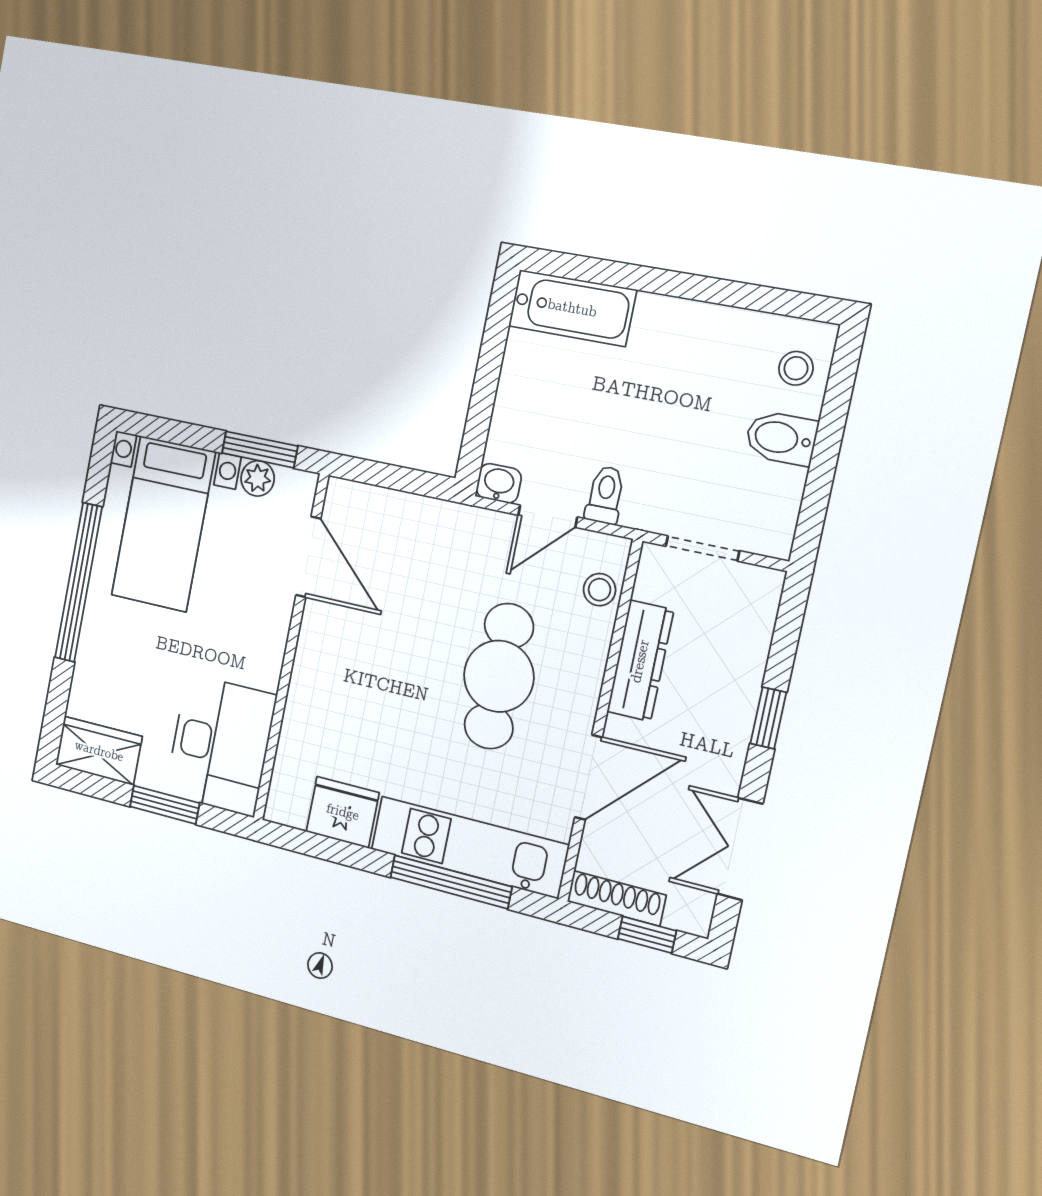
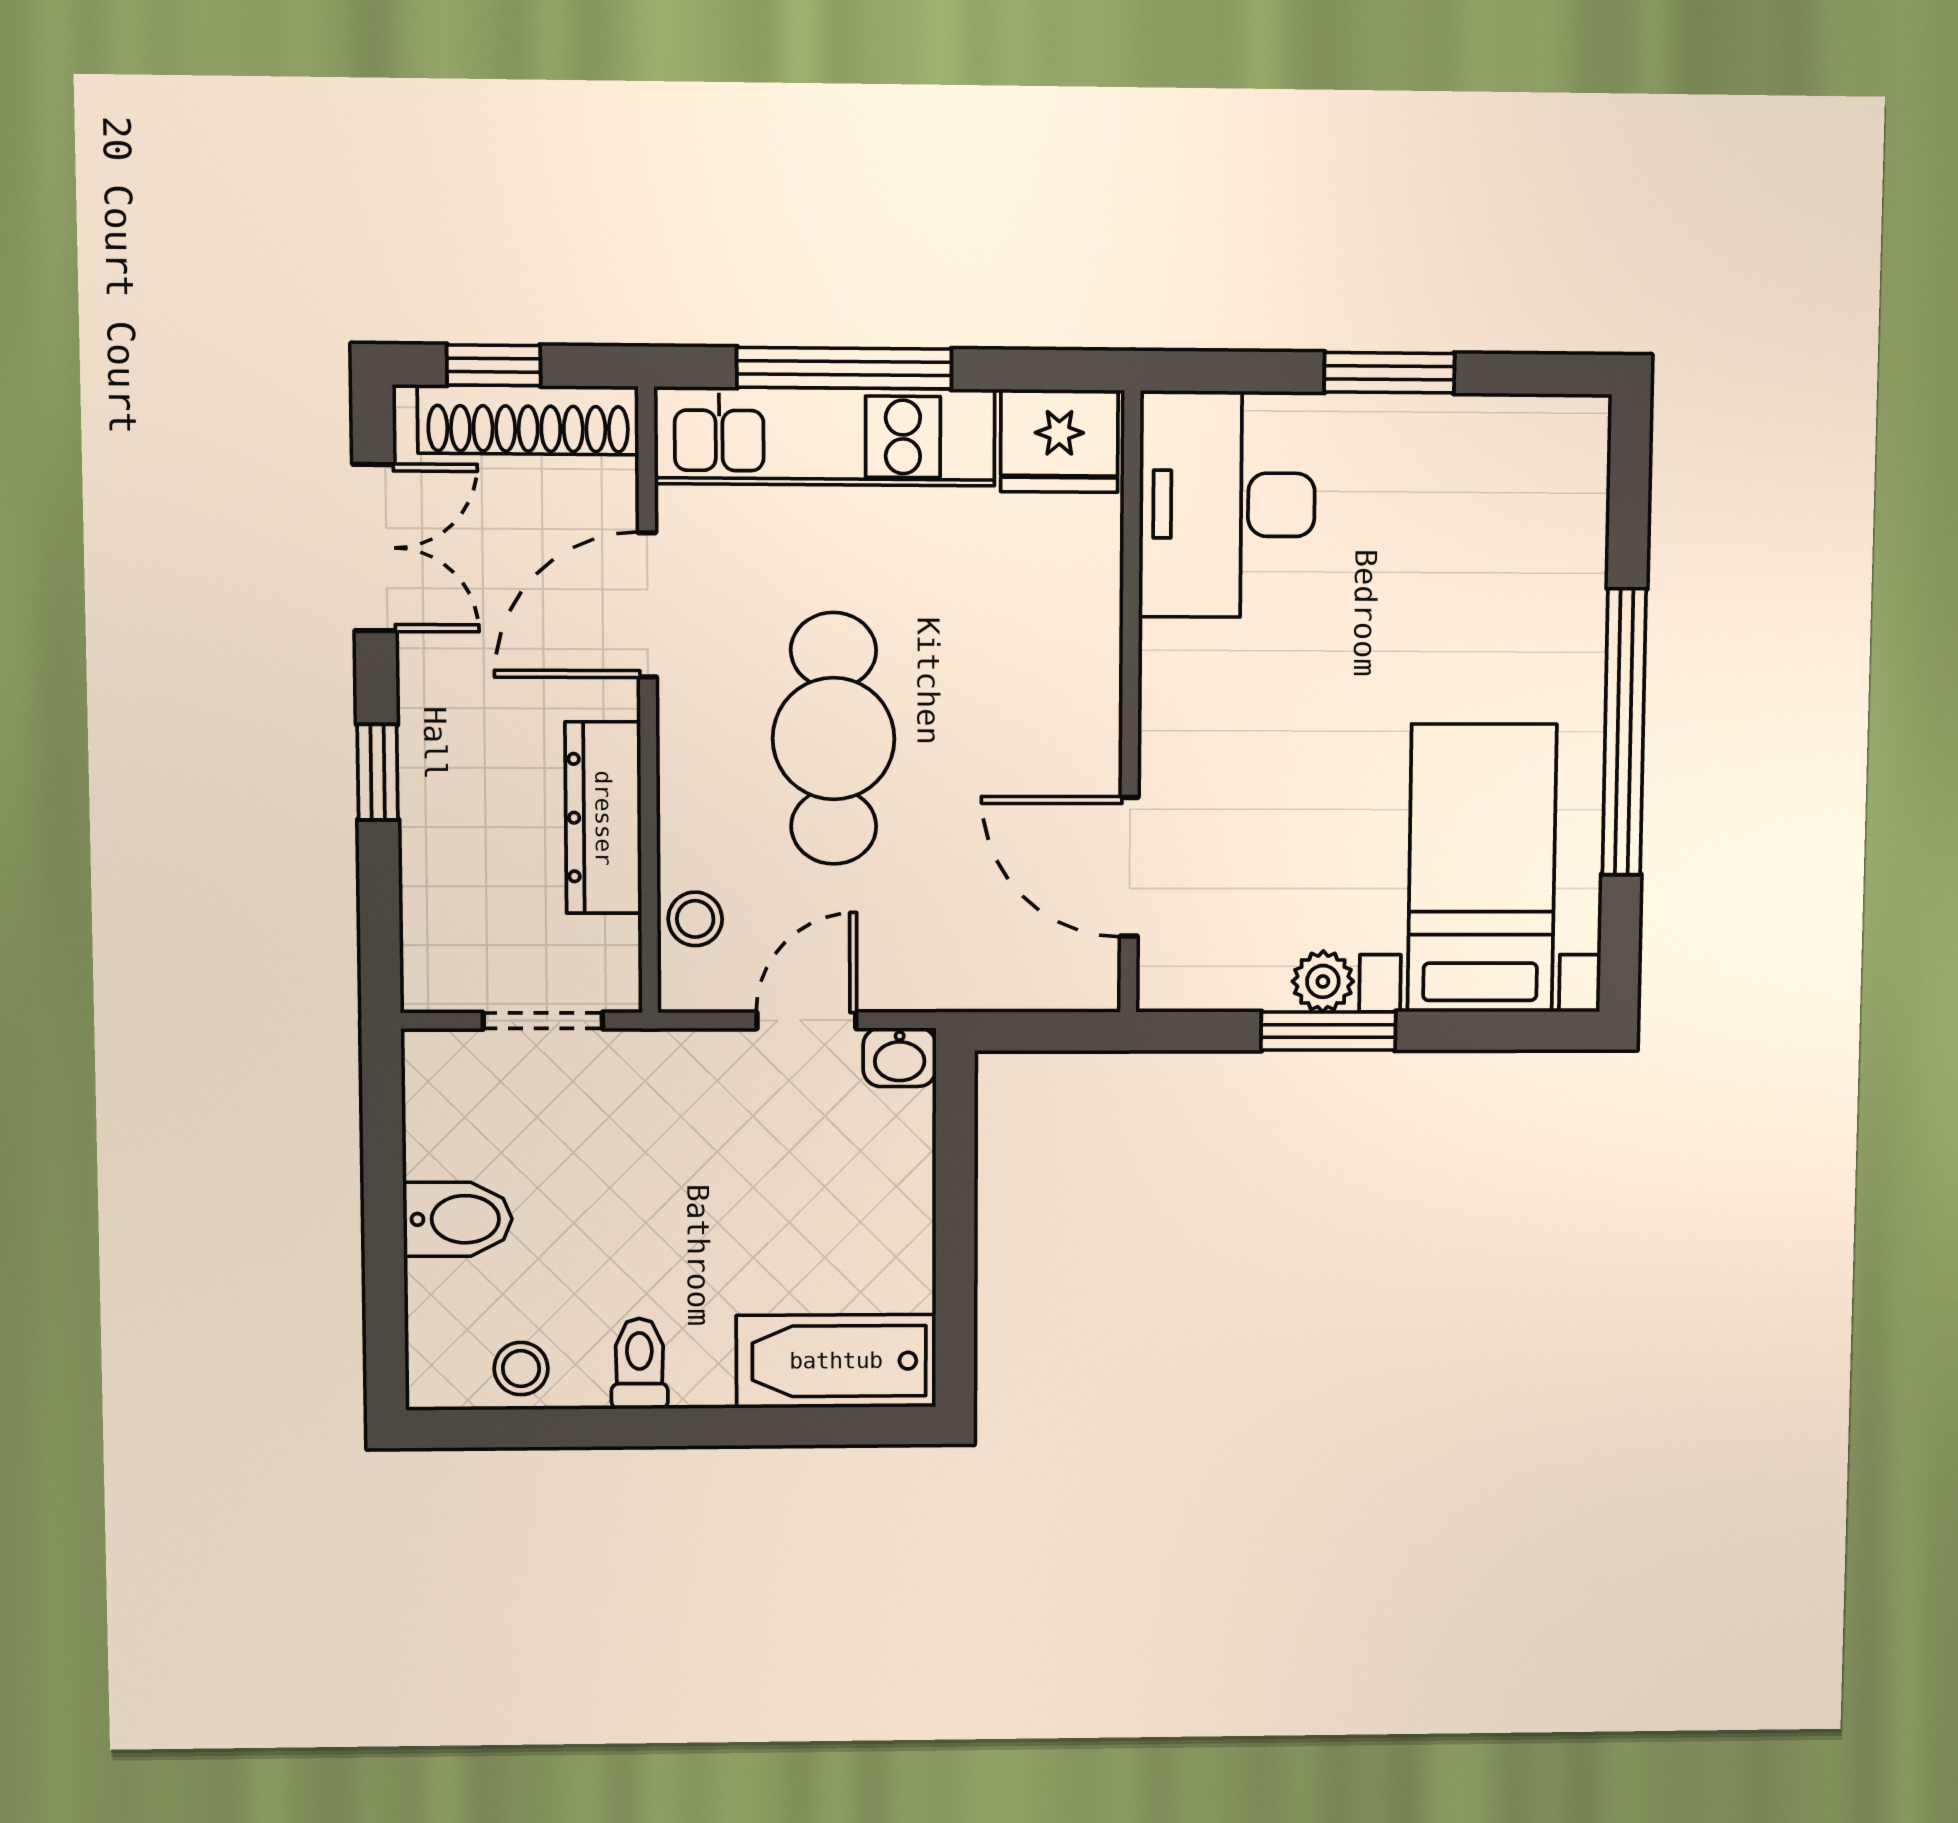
stool: (796, 368) -> (521, 1369), moved
toilet: (605, 495) -> (639, 1364), moved, turned 180
door: (308, 557) -> (1129, 867), moved
wall: (291, 648) -> (1130, 704), moved
desk: (220, 745) -> (1227, 504), moved
wardrobe: (99, 751) -> (1532, 440), removed
shoe rack: (616, 898) -> (528, 420), width x1.36, depth x1.24

